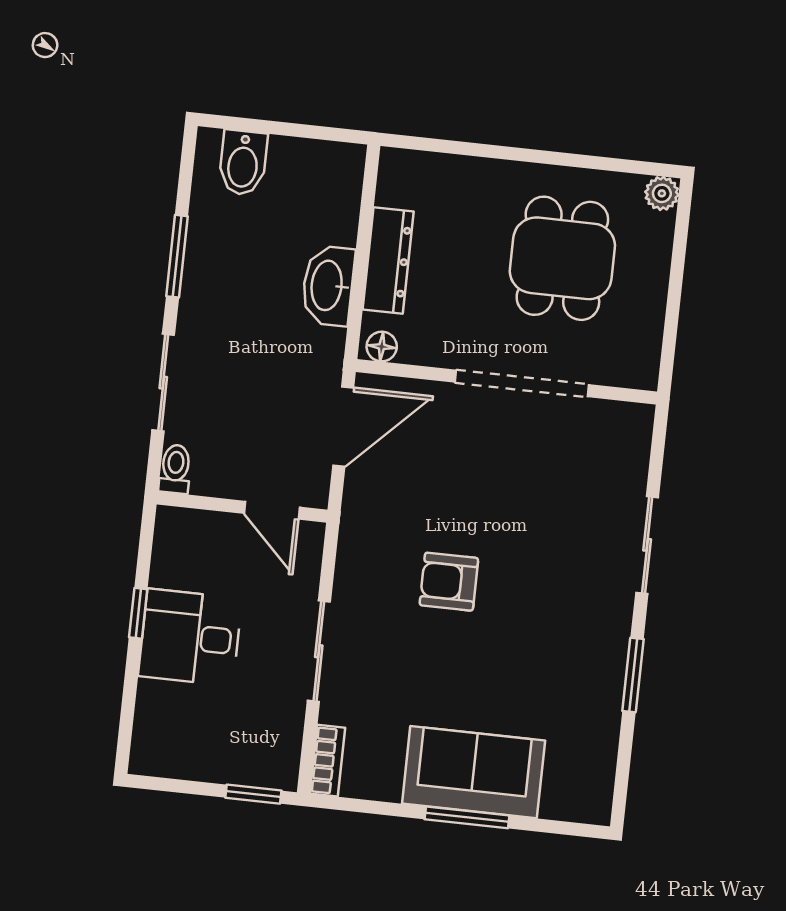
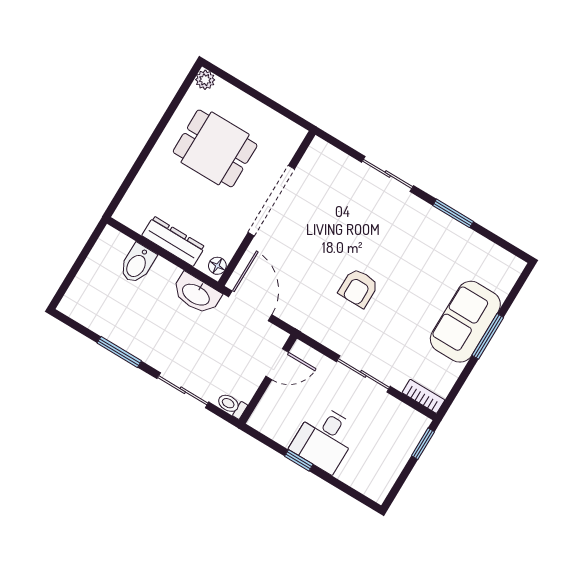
bidet: (243, 163) -> (137, 264), moved, turned 90
washbasin: (328, 286) -> (196, 294), moved

